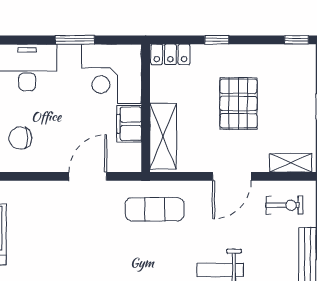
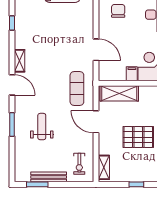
filing cabinet: (129, 124) -> (132, 74), width x0.50
door: (232, 176) -> (96, 122), moved

